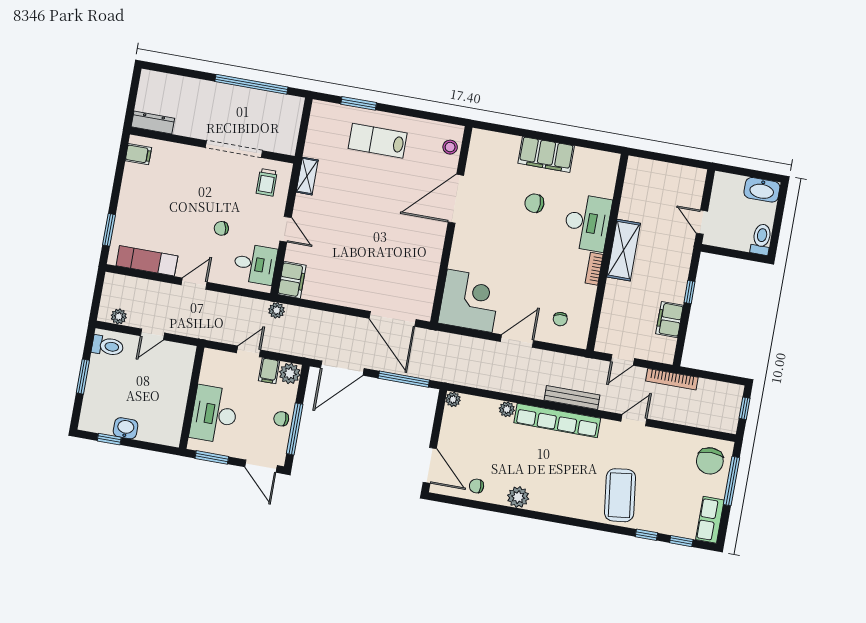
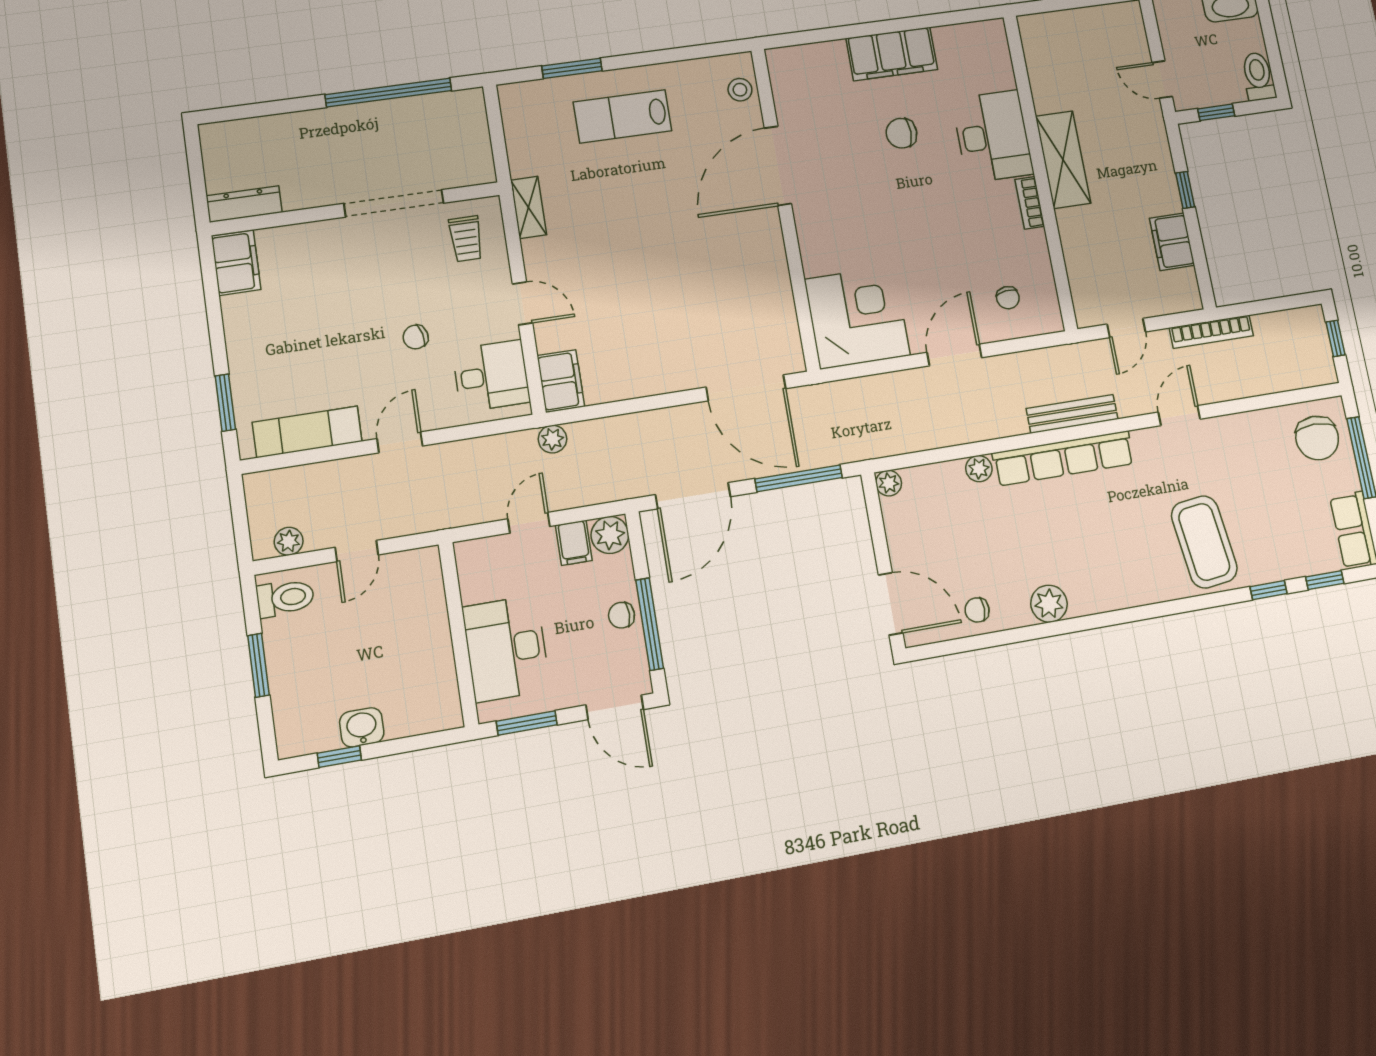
filing cabinet: (138, 154) -> (236, 263), width x2.00
window: (727, 252) -> (1216, 112), added

